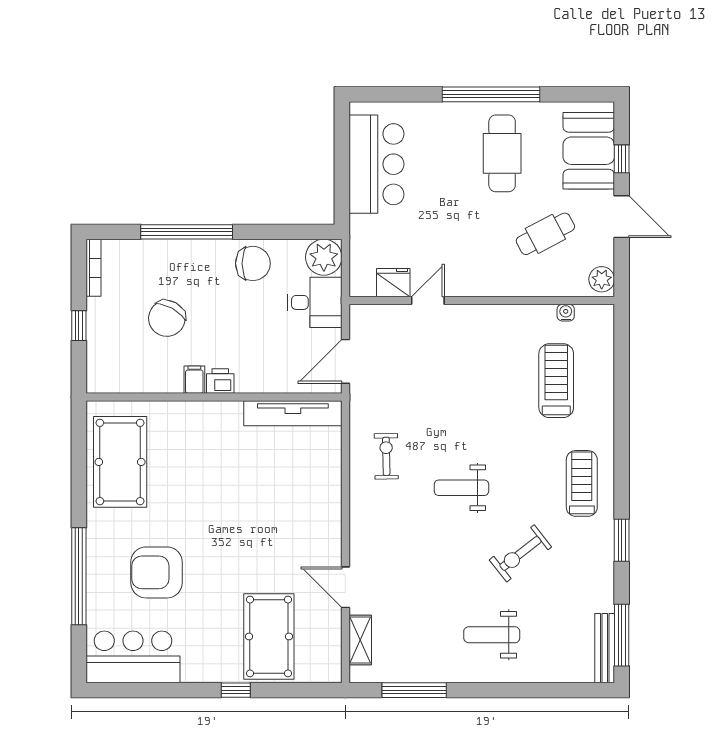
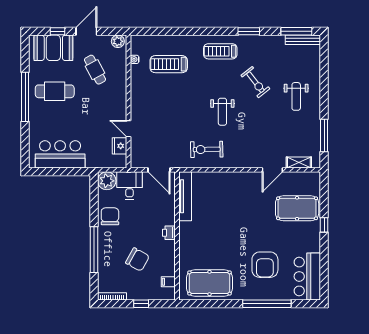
filing cabinet: (194, 380) -> (168, 282), moved
exercise bike: (386, 456) -> (207, 149), width x1.38, depth x1.39

